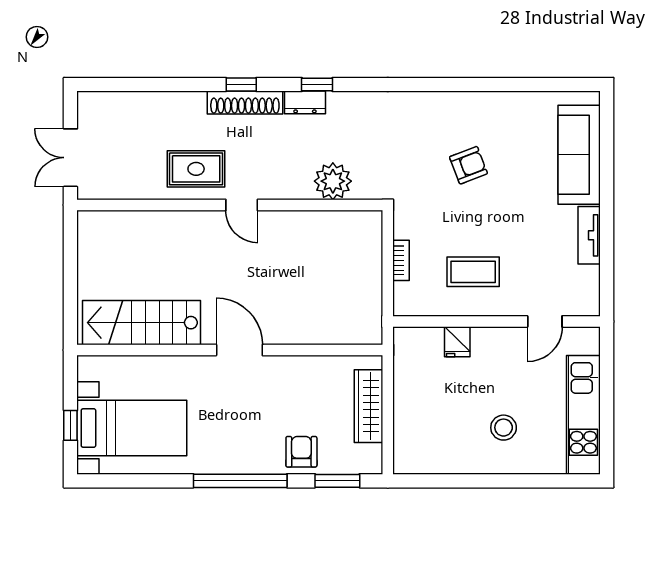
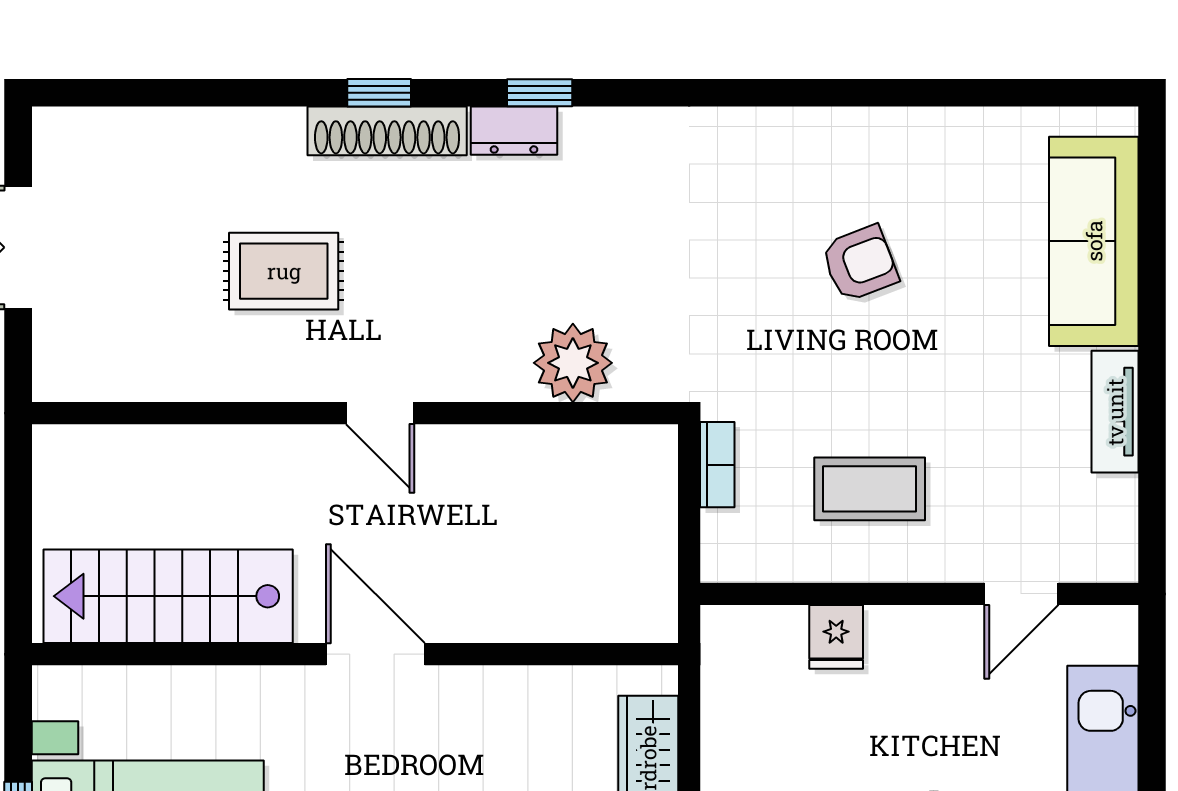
plant: (333, 181) -> (573, 363), moved
wall: (230, 205) -> (355, 413), moved
door: (242, 205) -> (380, 413), moved

